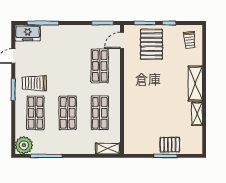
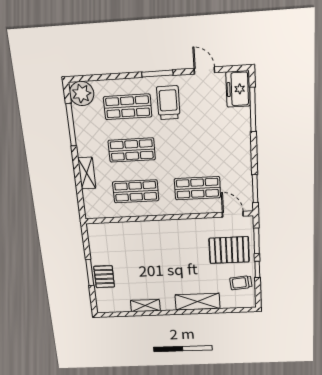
trolley: (190, 40) -> (241, 283), moved
shelving: (195, 84) -> (198, 302), moved
shelving: (108, 149) -> (87, 173), moved

